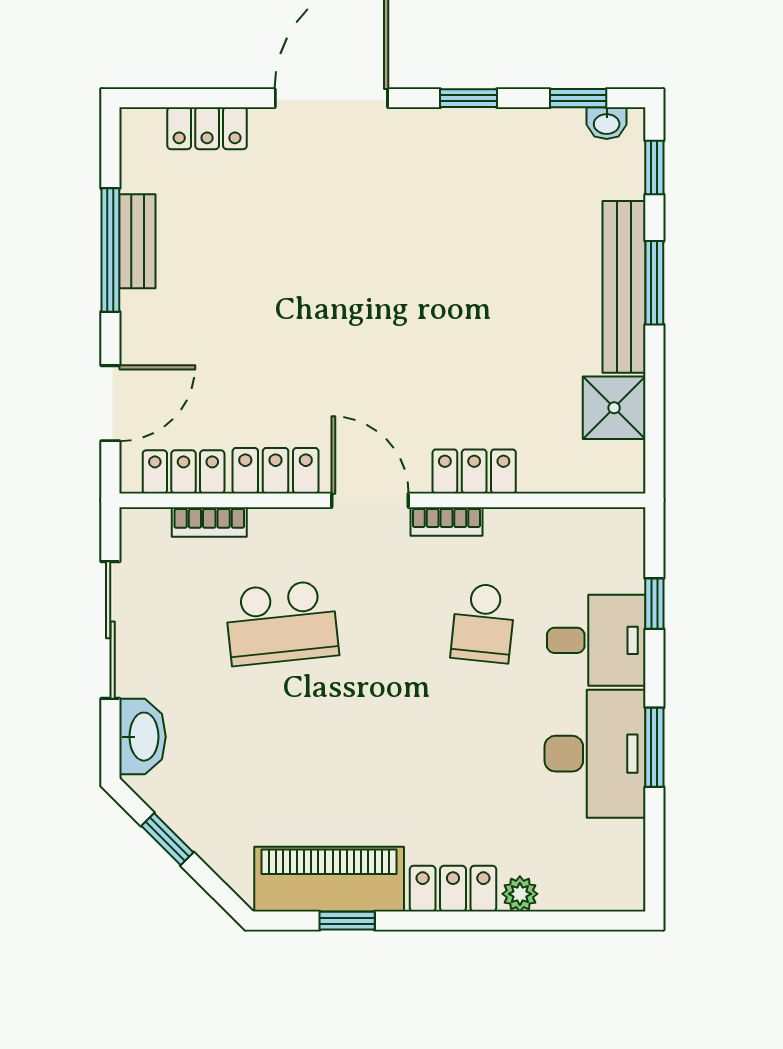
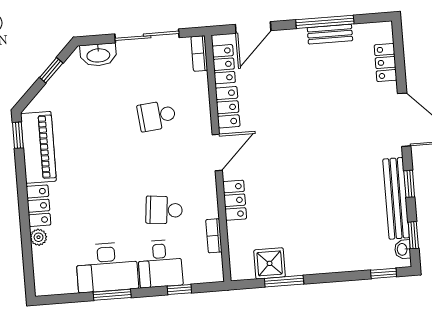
window: (654, 283) -> (284, 281), moved
bench: (624, 287) -> (396, 198), moved, turned 90
door: (110, 403) -> (253, 27), hinge flipped
bookcase: (446, 521) -> (214, 236), moved
bookcase: (209, 522) -> (199, 53), moved
school desk: (282, 623) -> (157, 116), width x0.54
window: (347, 921) -> (18, 135), moved

